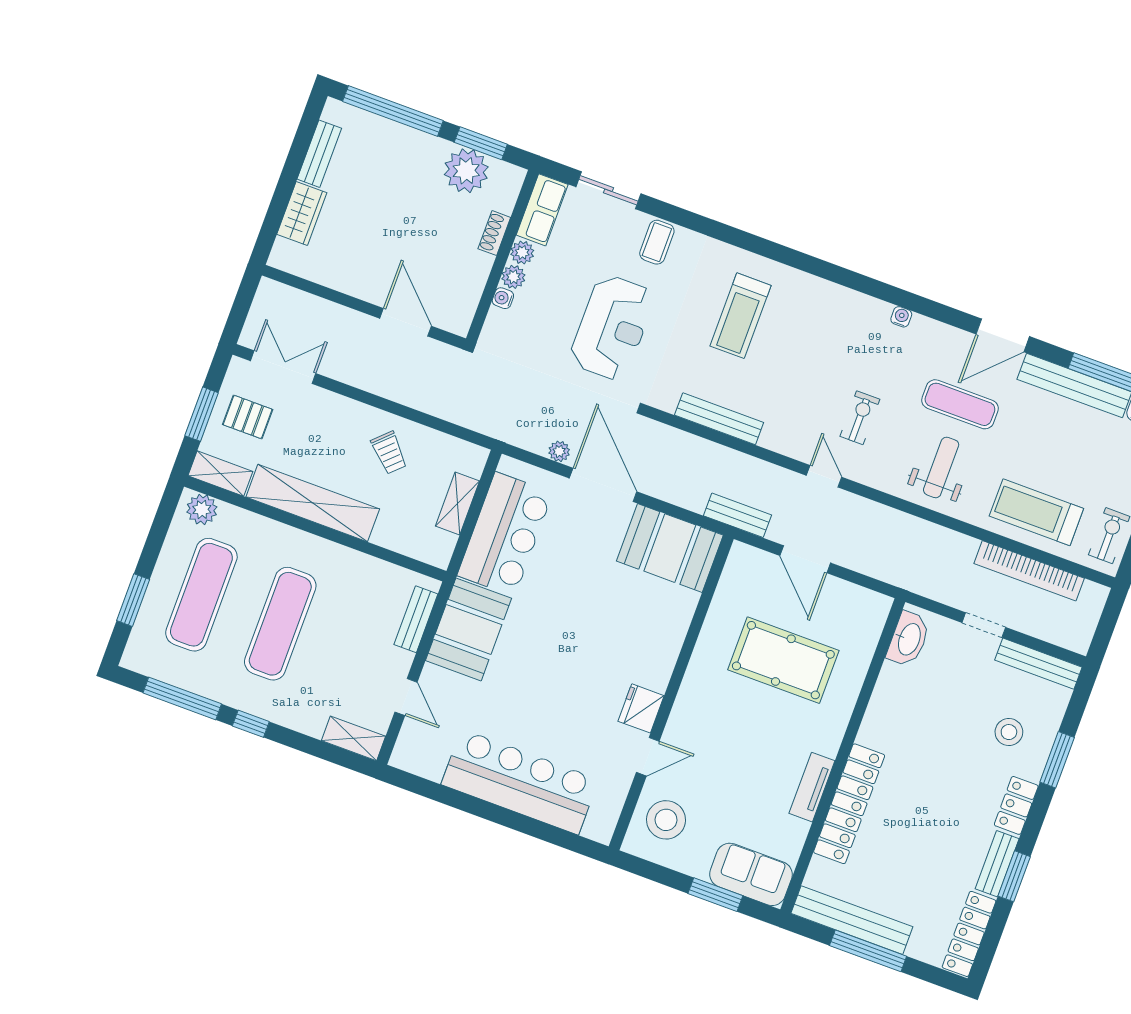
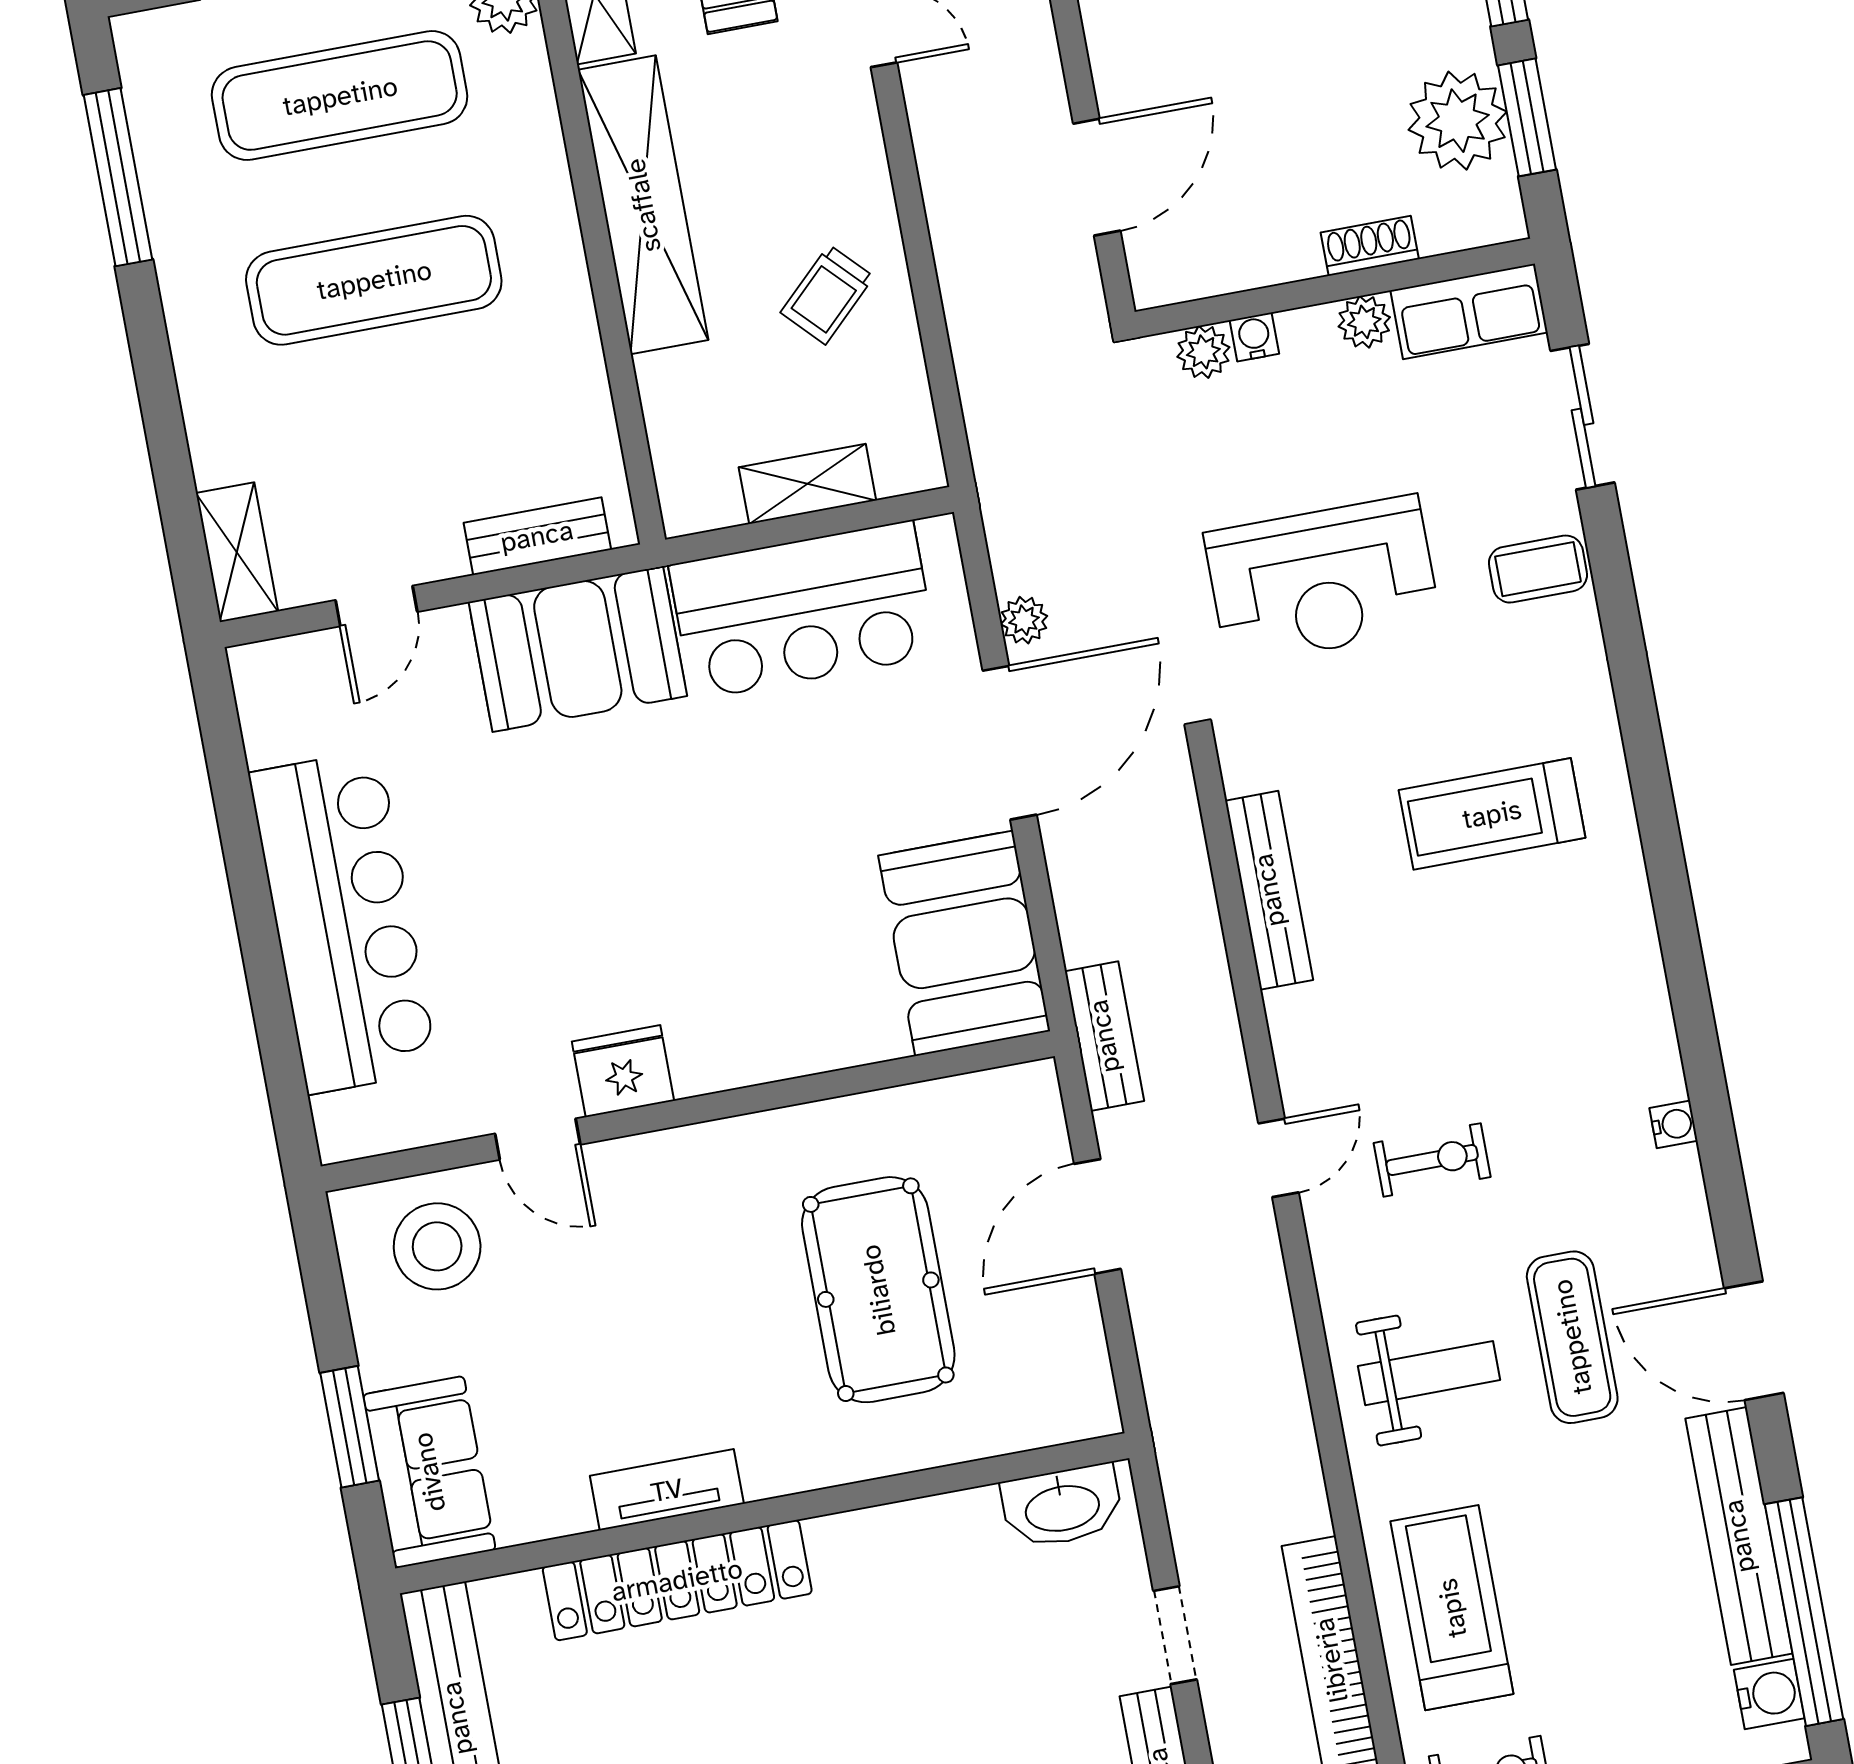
plant: (513, 277) -> (1203, 352), moved
window: (251, 724) -> (148, 338), removed

